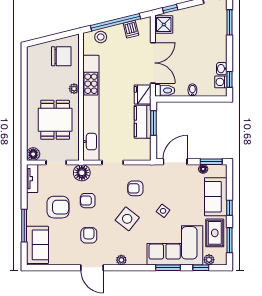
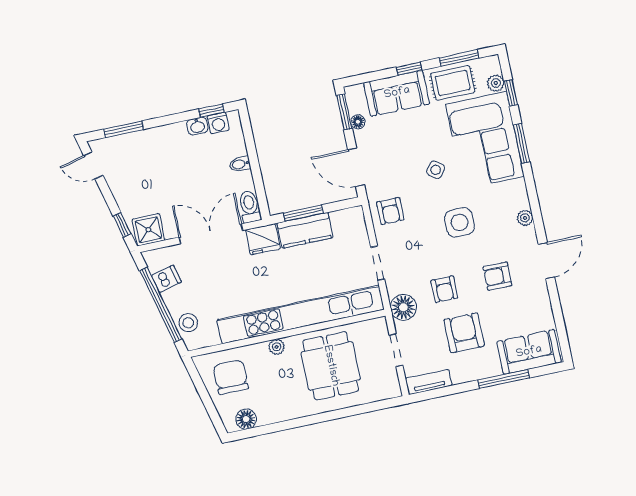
dining table: (55, 120) -> (331, 366), turned 90
floor lamp: (33, 154) -> (246, 419), moved
armchair: (135, 188) -> (390, 211), moved
side table: (127, 219) -> (460, 222), turned -38

